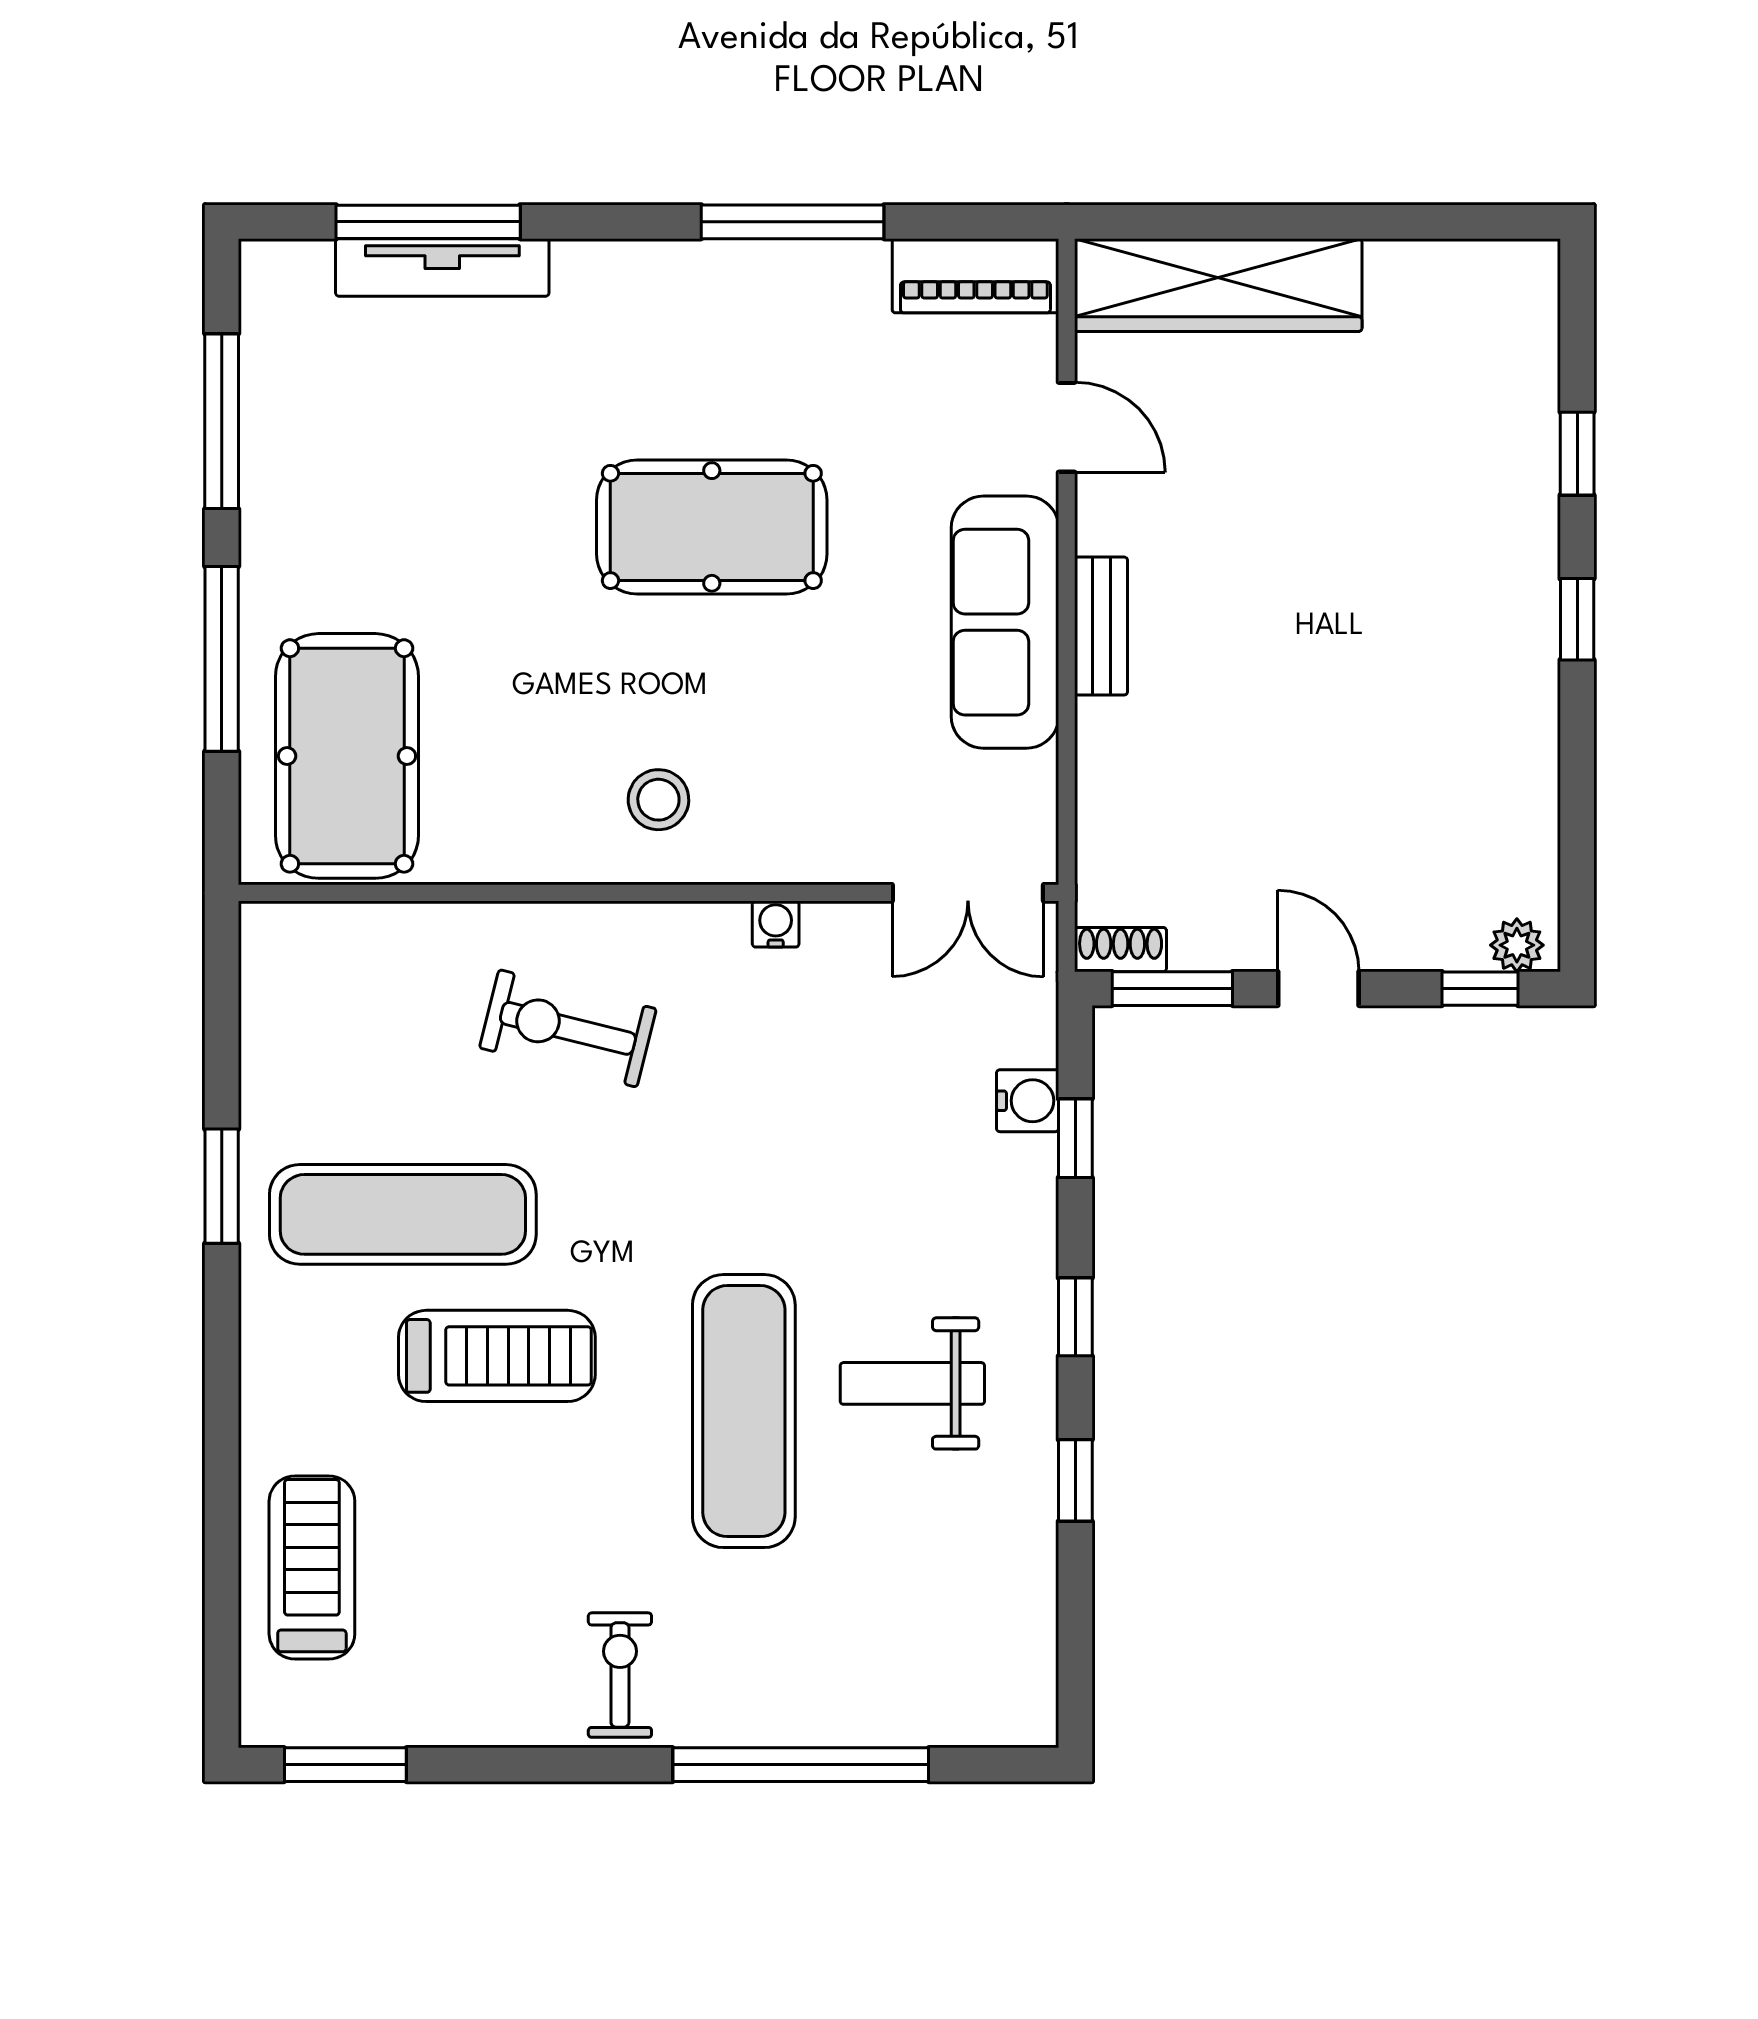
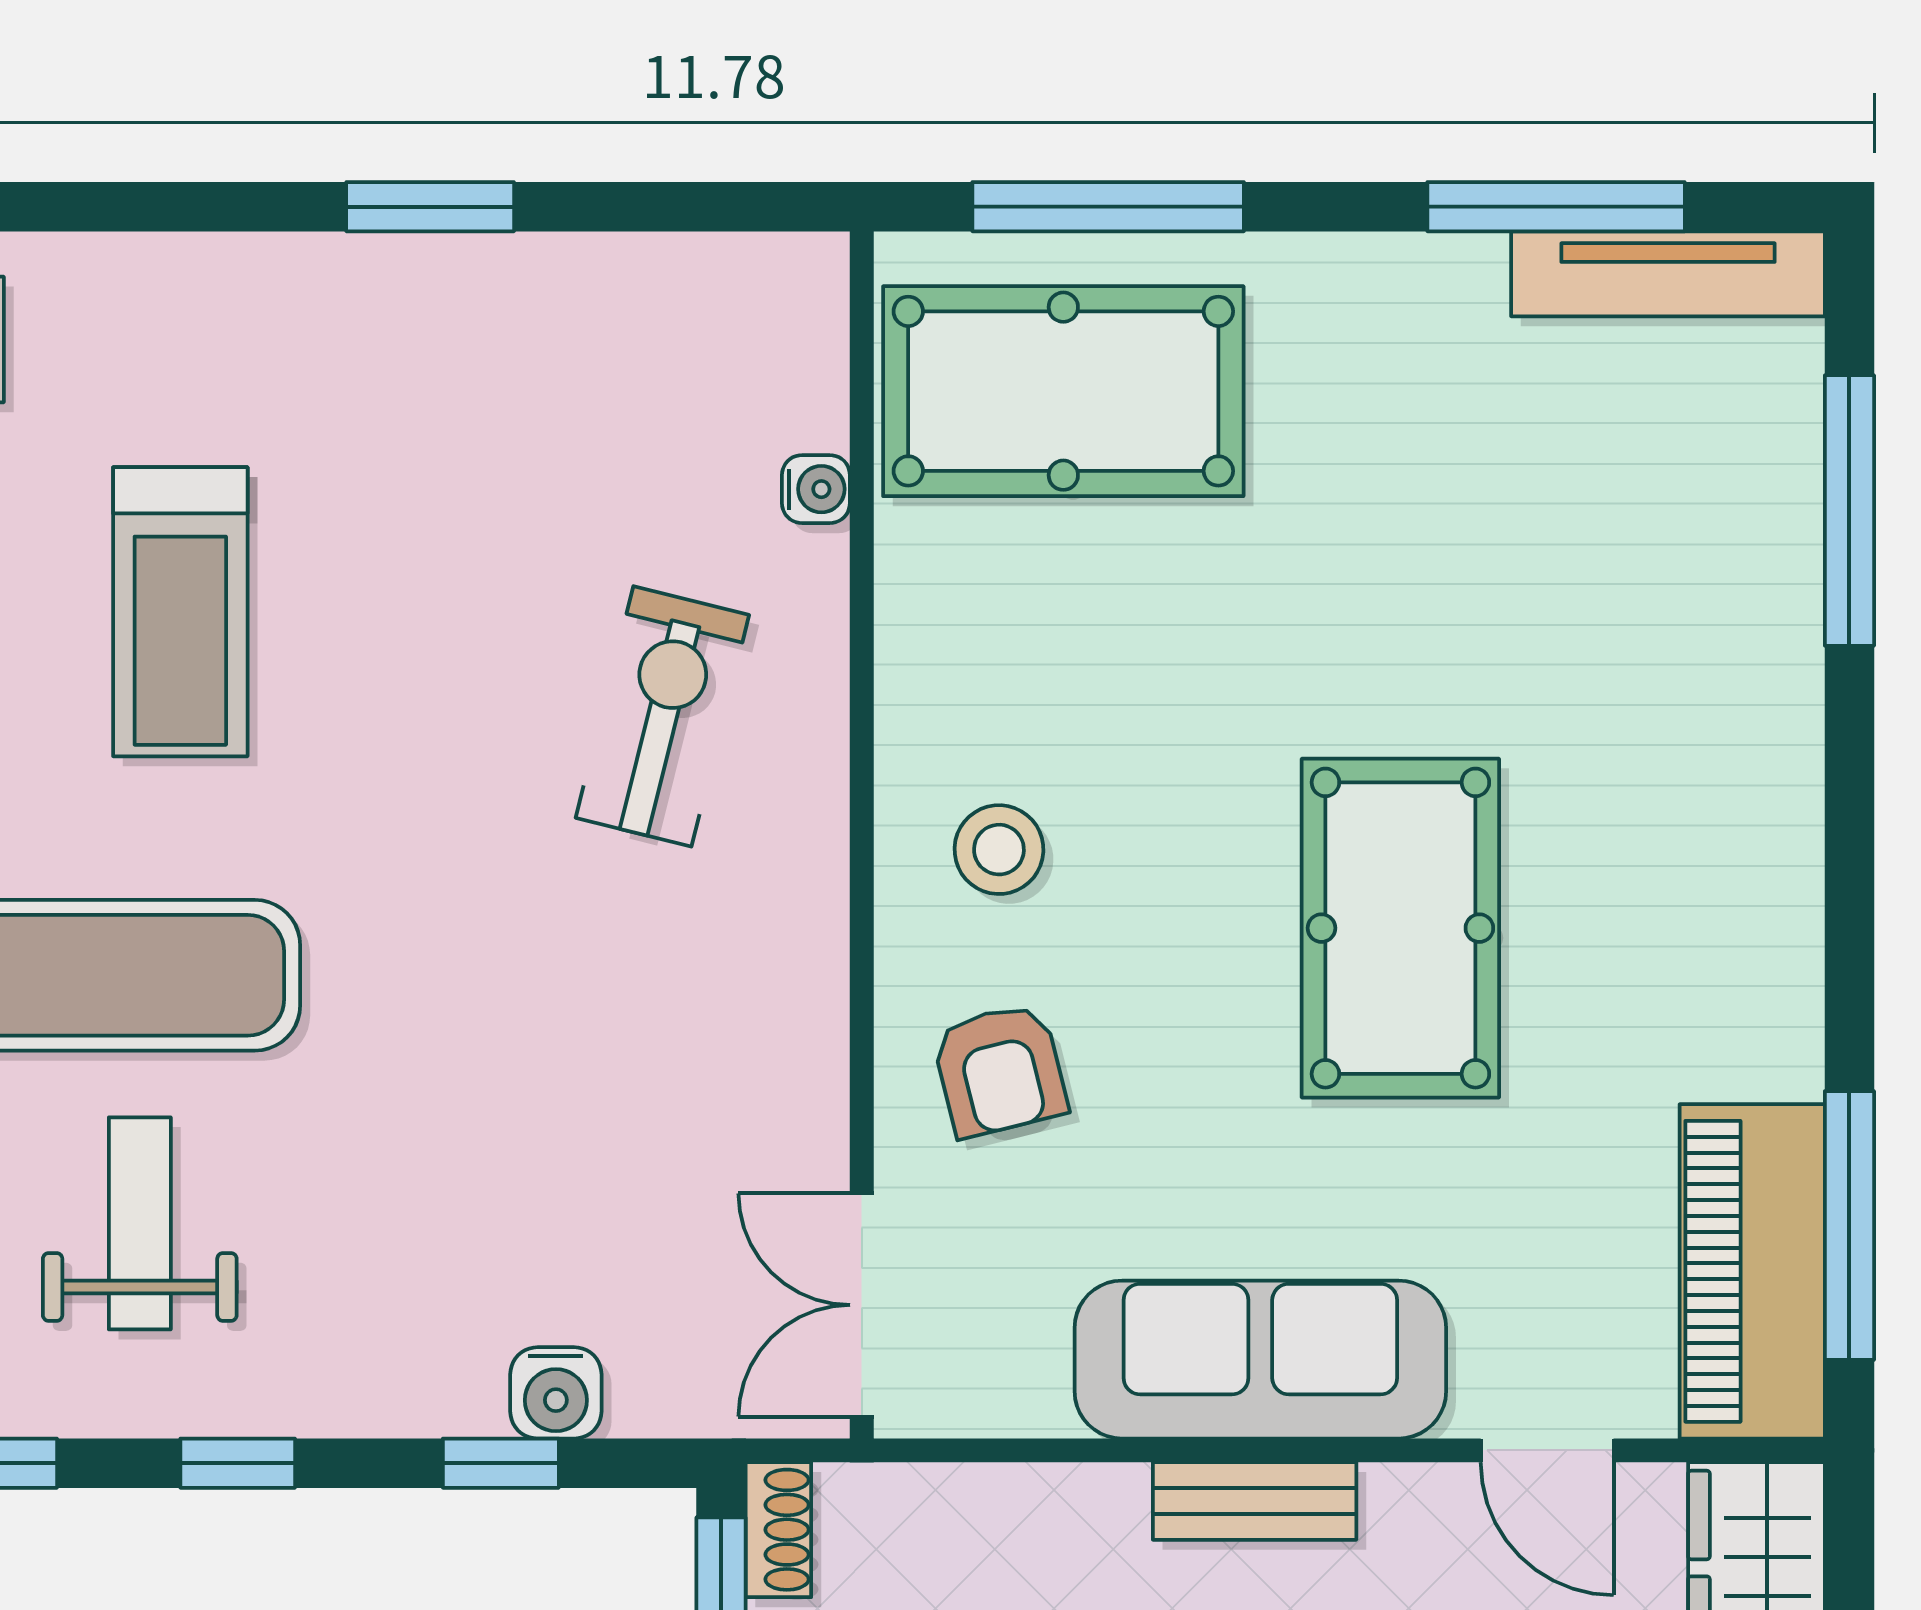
window: (793, 222) -> (1849, 1226), moved
tv unit: (442, 267) -> (1668, 274), moved, turned -90
piano: (975, 276) -> (1752, 1271), width x1.37, depth x1.33
door: (1067, 427) -> (1547, 1450), hinge flipped
window: (222, 659) -> (1108, 207), moved
armchair: (808, 799) -> (1000, 1070), added
water cooler: (776, 924) -> (816, 489), moved
exercise mat: (403, 1214) -> (389, 473), removed

